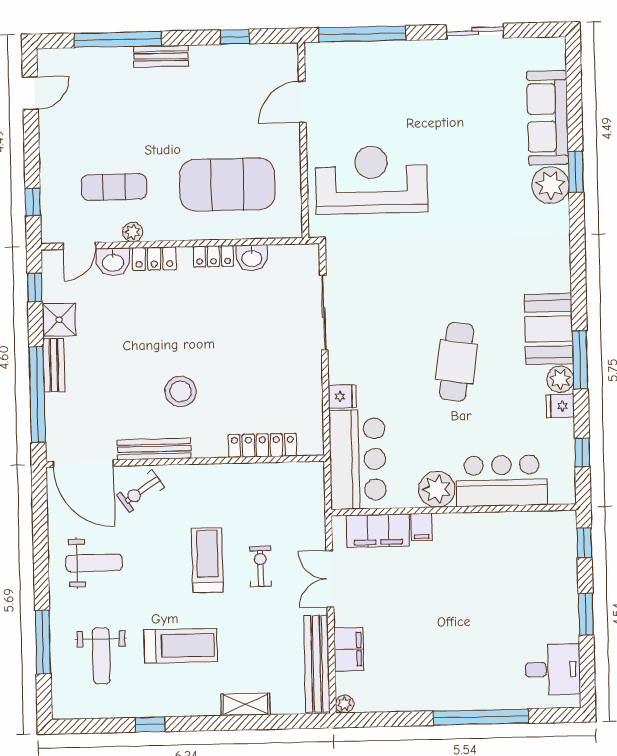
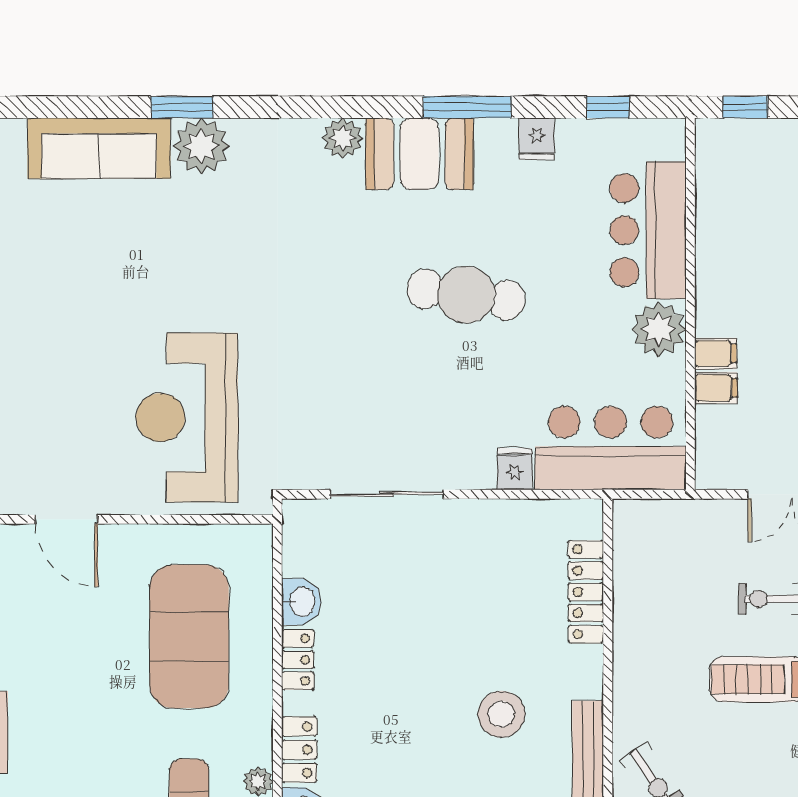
plant: (560, 379) -> (343, 138), moved
filing cabinet: (378, 531) -> (716, 388), width x0.33, depth x0.86

